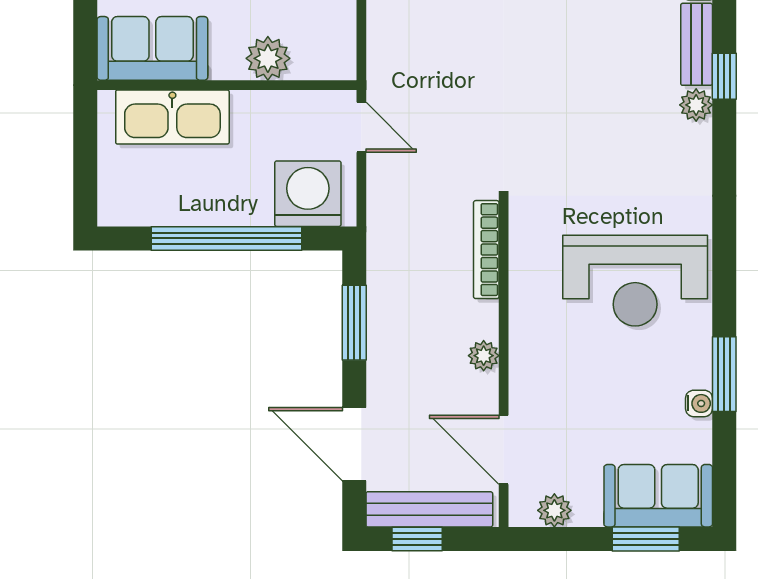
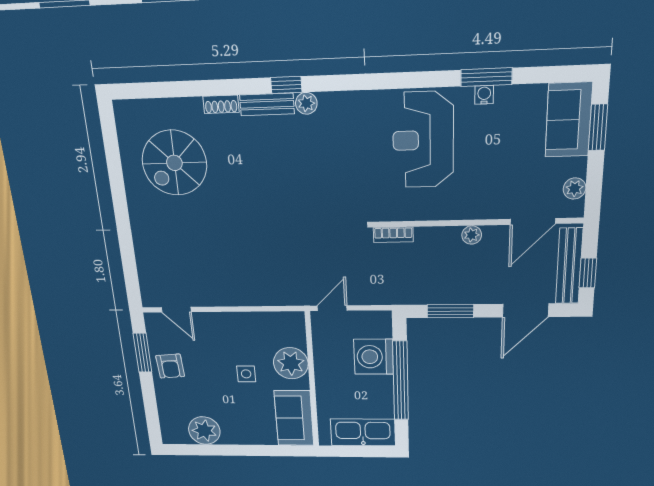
plant: (268, 58) -> (291, 363), width x1.36, depth x1.36
kitchen sink: (172, 117) -> (363, 432), moved, turned -90
washing machine: (308, 194) -> (374, 357), moved
bookcase: (486, 250) -> (393, 235), width x0.64
reception desk: (635, 281) -> (423, 140), turned 180
water cooler: (699, 403) -> (484, 95), moved

